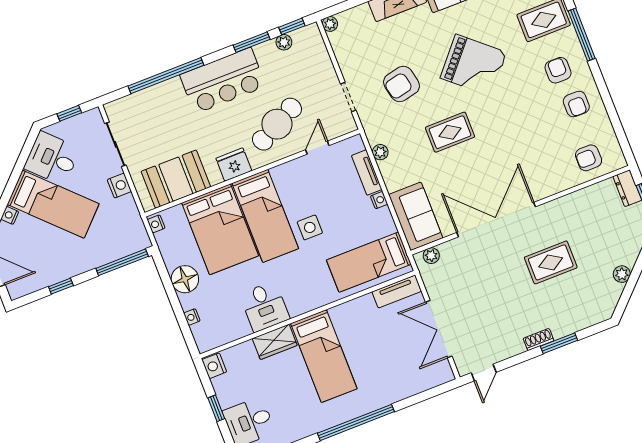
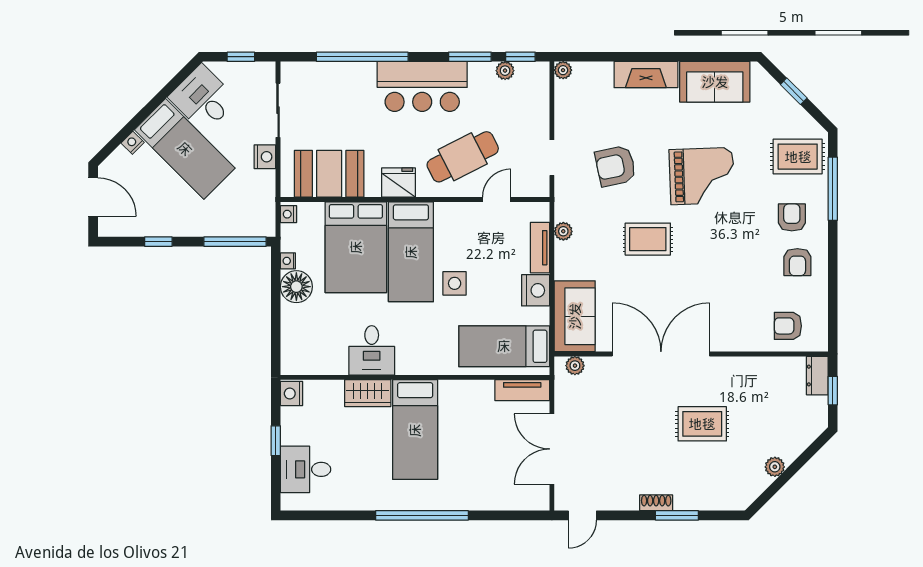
grand piano: (473, 65) -> (702, 176), turned -43
nightstand: (379, 200) -> (536, 290), width x1.89, depth x1.79
nightstand: (192, 317) -> (288, 261), moved

